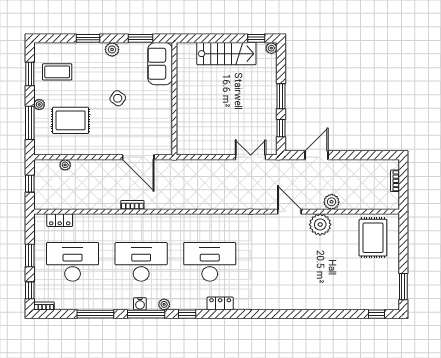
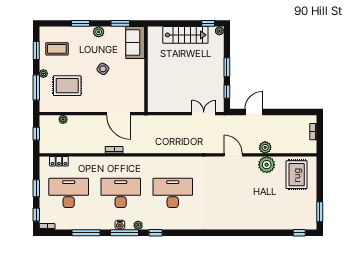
plant: (320, 224) -> (267, 165), moved
locker: (220, 303) -> (181, 225), removed

